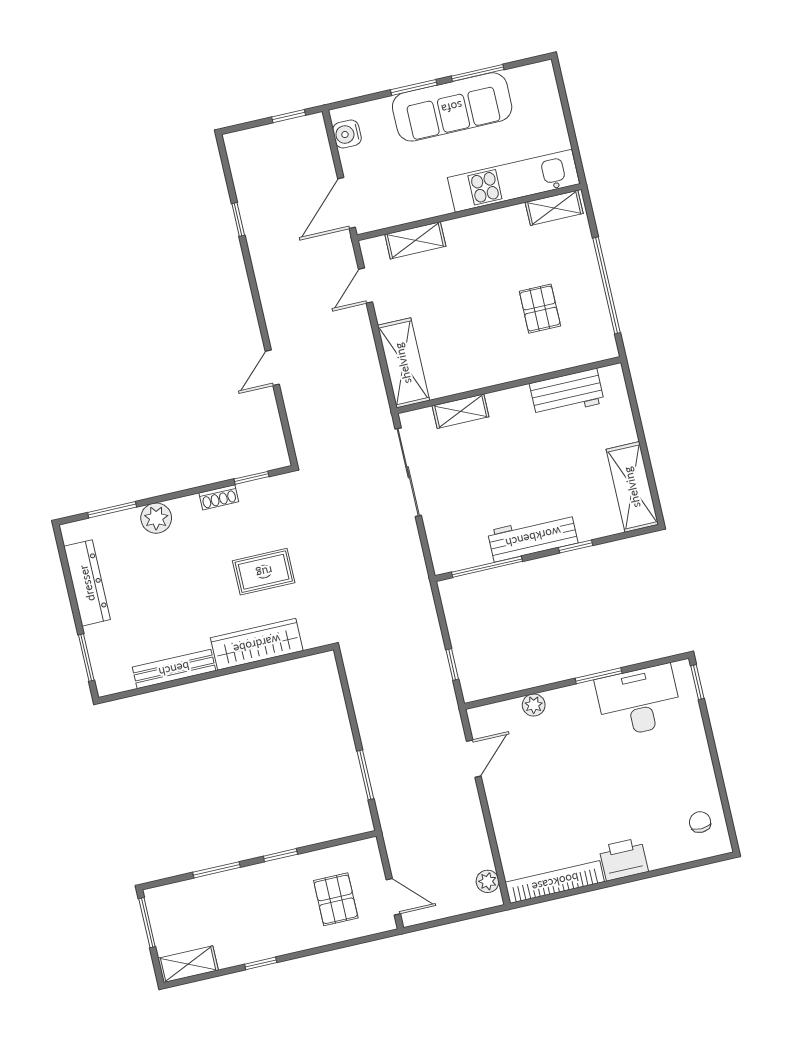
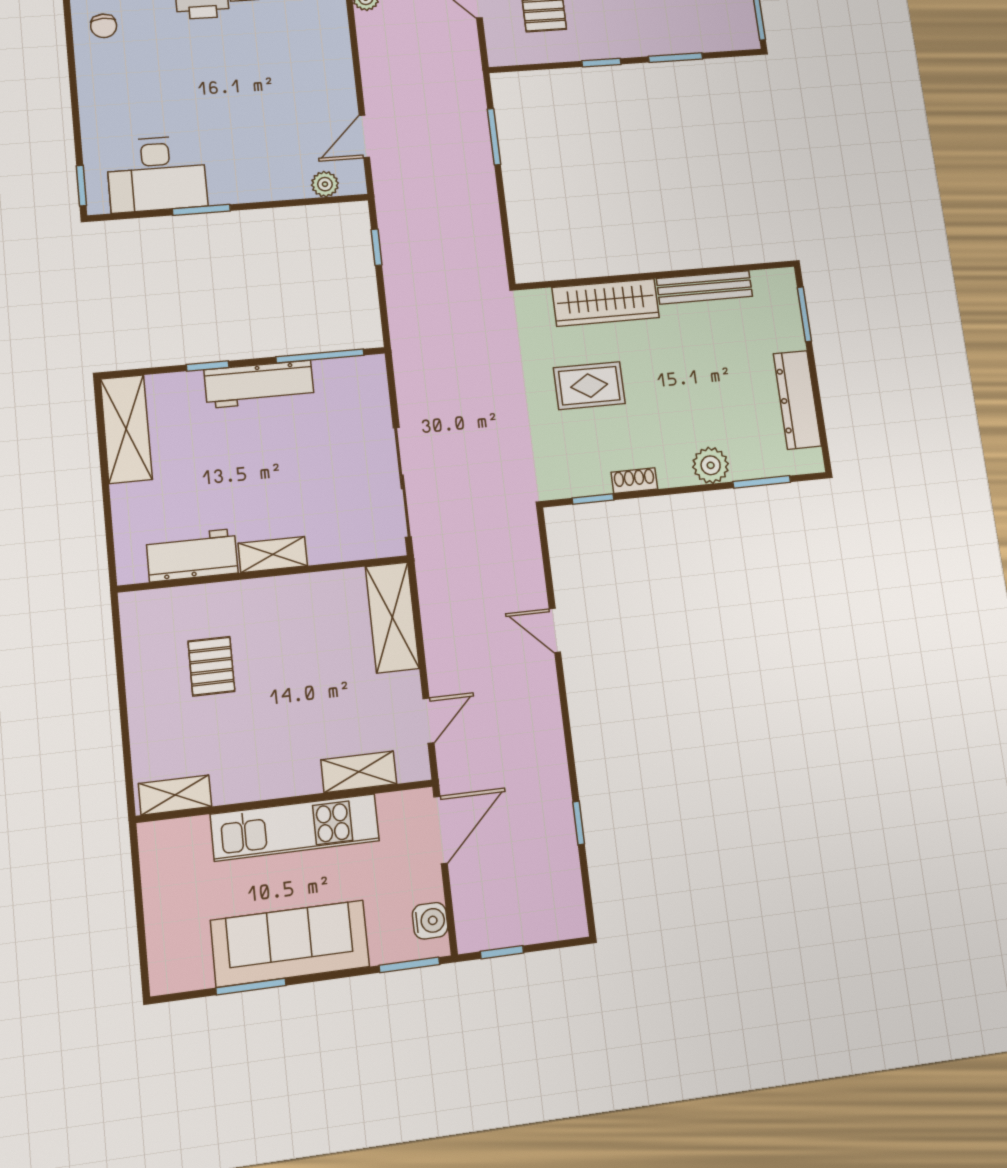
window: (414, 87) -> (409, 965), moved
kitchen unit: (514, 181) -> (295, 827), moved
window: (606, 285) -> (122, 686), removed
door: (272, 368) -> (555, 630), swing flipped
shelving: (461, 411) -> (273, 554), moved
plant: (534, 705) -> (325, 184), moved

